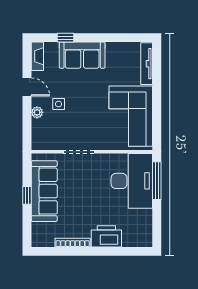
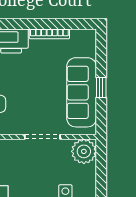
plant: (37, 112) -> (84, 151), moved, width x1.88, depth x1.88

